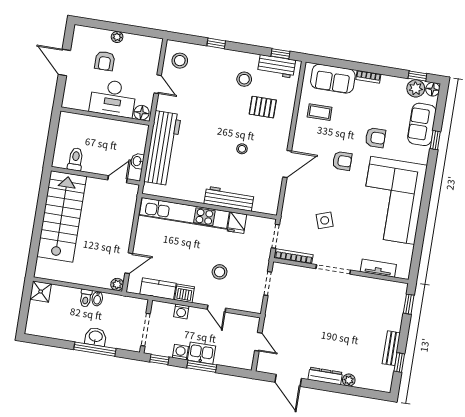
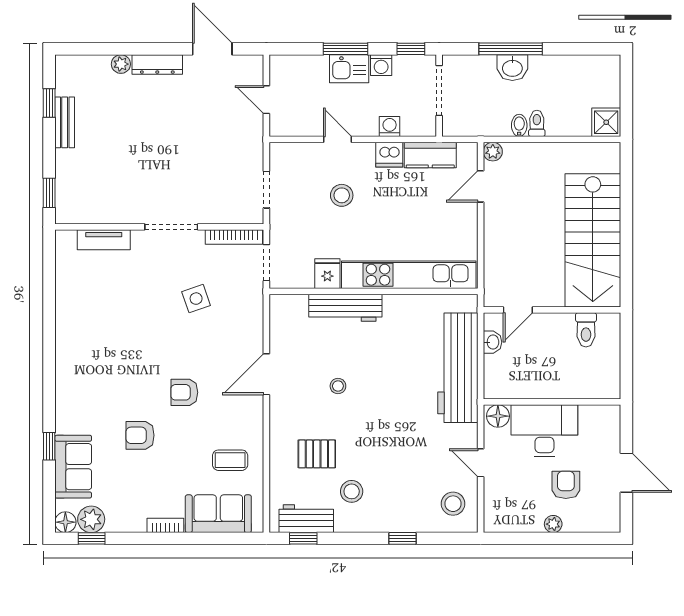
corner sofa: (393, 200) -> (99, 345), removed

